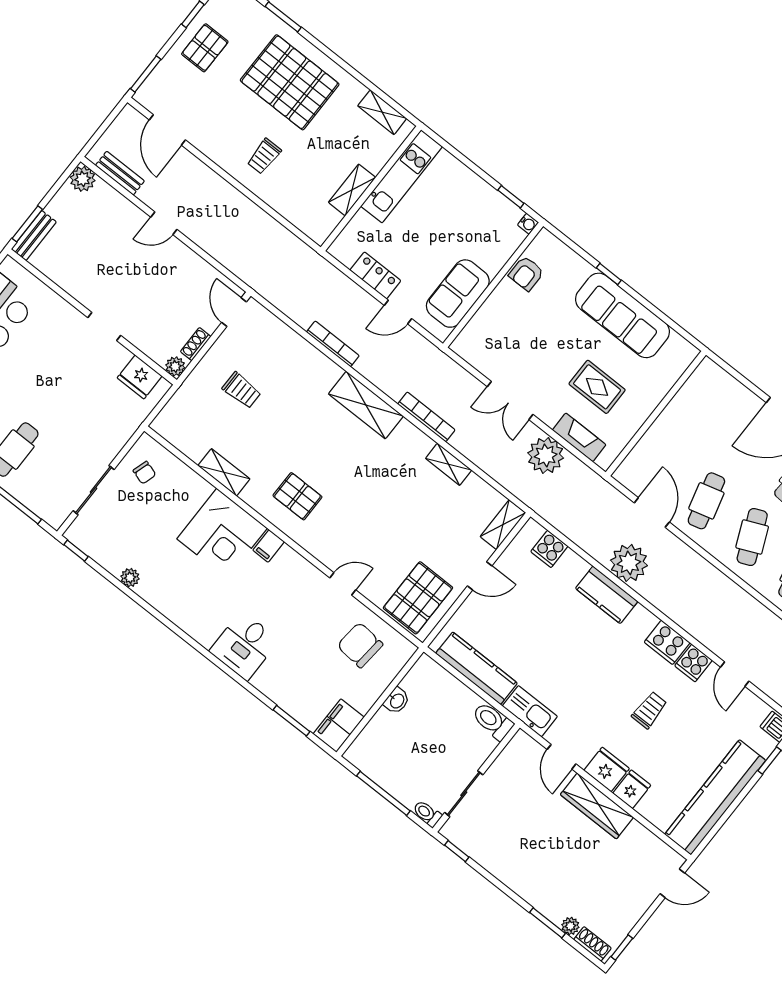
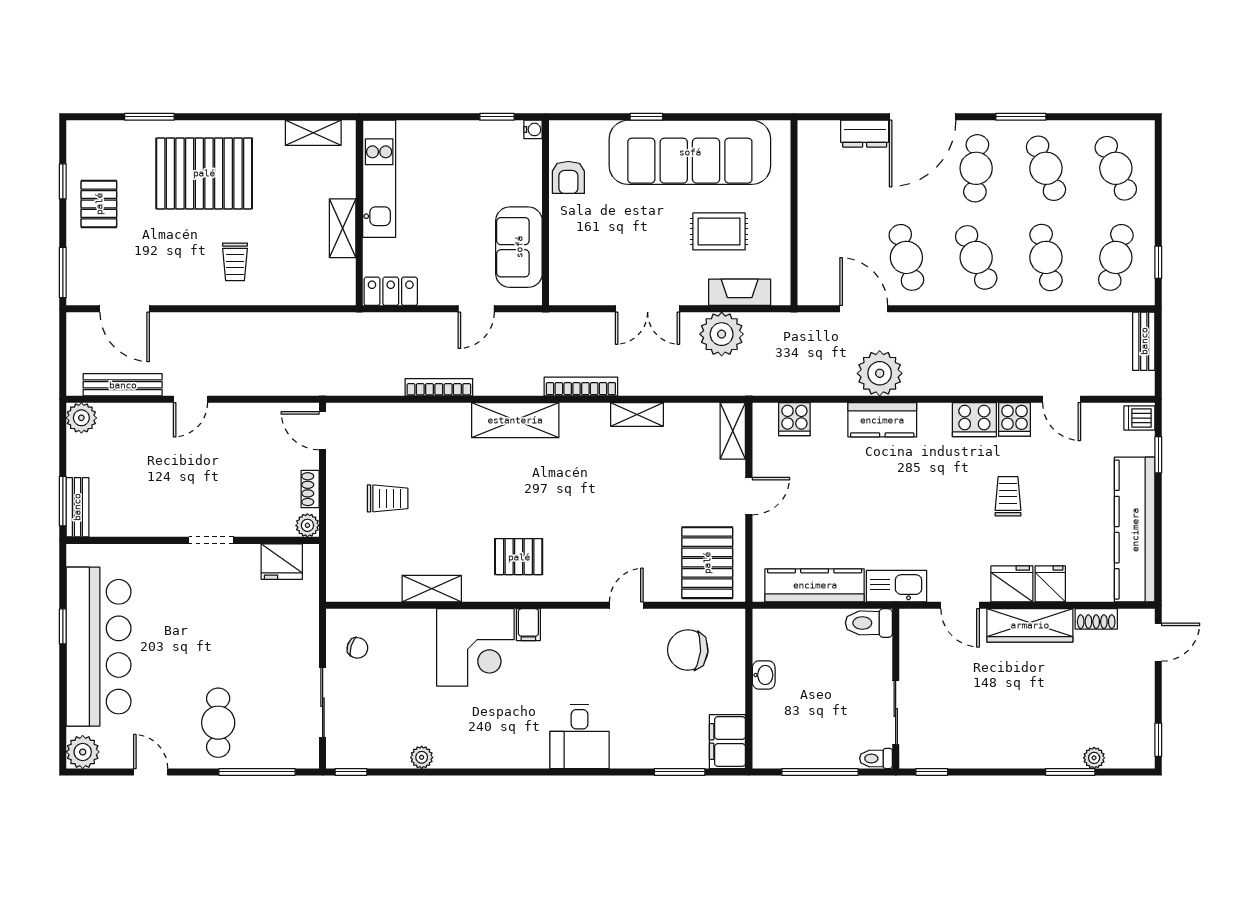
bench: (120, 173) -> (123, 385), width x1.36
locker: (375, 275) -> (391, 291), moved
sofa: (622, 315) -> (690, 152), width x1.36, depth x1.27
dresser: (743, 398) -> (865, 134), added
shoe rack: (592, 944) -> (1096, 619), moved, turned 180

